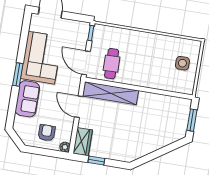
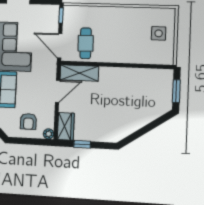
shelving: (110, 93) -> (79, 73), width x0.68
door: (79, 107) -> (58, 91), swing flipped
armchair: (47, 133) -> (28, 121), turned 180

